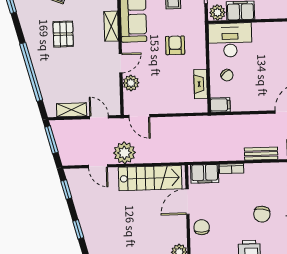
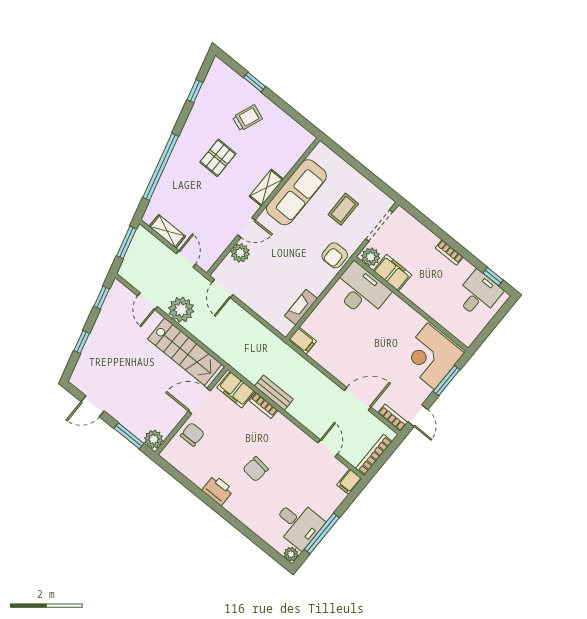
armchair: (175, 45) -> (335, 255), moved, turned 180
chair: (227, 75) -> (331, 320), removed
bench: (261, 154) -> (274, 393), moved

